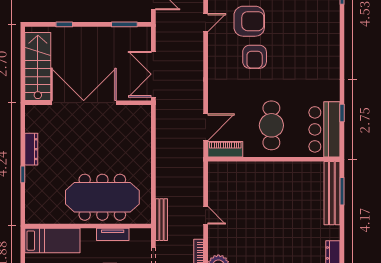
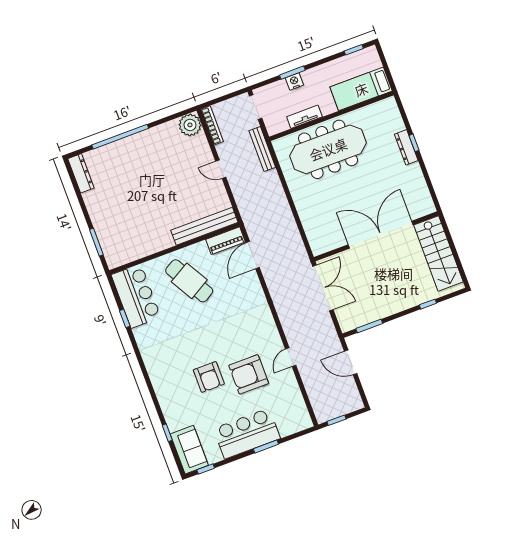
armchair: (255, 57) -> (209, 377), moved, turned 180
double door: (84, 103) -> (381, 235), swing flipped
cafe table: (271, 125) -> (189, 281), turned -30
dresser: (31, 149) -> (406, 147), moved
bench: (332, 193) -> (204, 226), moved, turned 90

